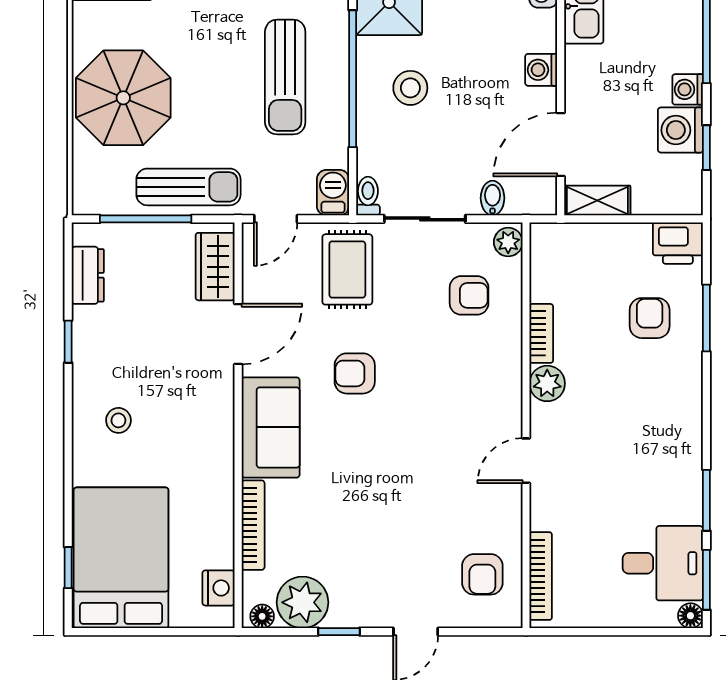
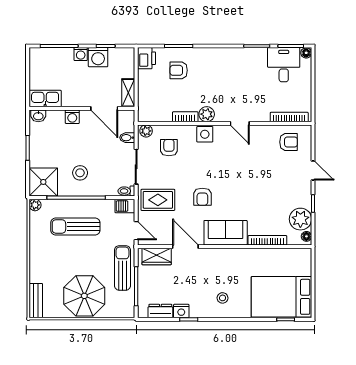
sun lounger: (285, 77) -> (75, 226), turned 180
side table: (500, 379) -> (205, 134), added
nightstand: (219, 588) -> (181, 311), moved, turned 180

